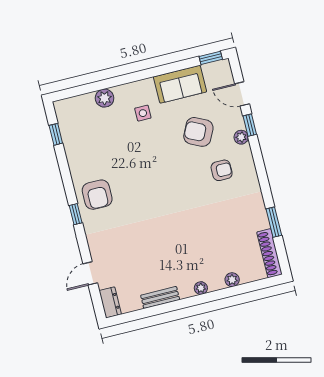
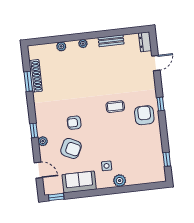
plant: (105, 98) -> (120, 181), moved
window: (250, 125) -> (34, 130), moved
armchair: (222, 170) -> (74, 123), moved
coffee table: (142, 202) -> (115, 107), added
shoe rack: (270, 253) -> (36, 76), moved

